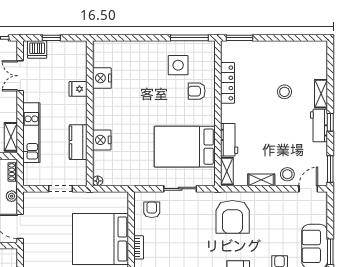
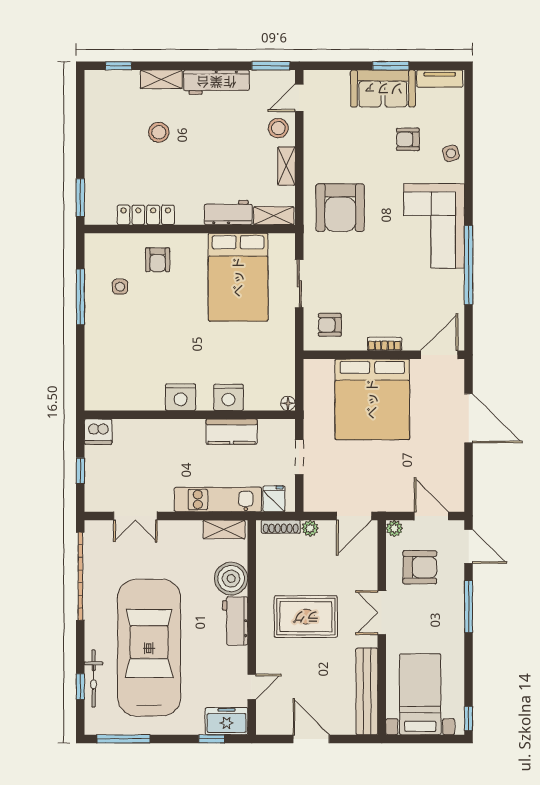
window: (189, 38) -> (80, 297), moved
dishwasher: (37, 50) -> (98, 432), moved, turned 90
side table: (178, 65) -> (120, 287), width x0.54, depth x0.54
nightstand: (102, 78) -> (181, 397), moved
fridge: (78, 89) -> (274, 499), moved, turned 180
window: (330, 122) -> (118, 66), moved
workbench: (319, 126) -> (216, 82), width x1.37
shoe rack: (13, 172) -> (281, 527), width x1.43
door: (308, 189) -> (299, 98), hinge flipped
armchair: (233, 217) -> (340, 208), turned 90
plant: (11, 254) -> (394, 528), added

